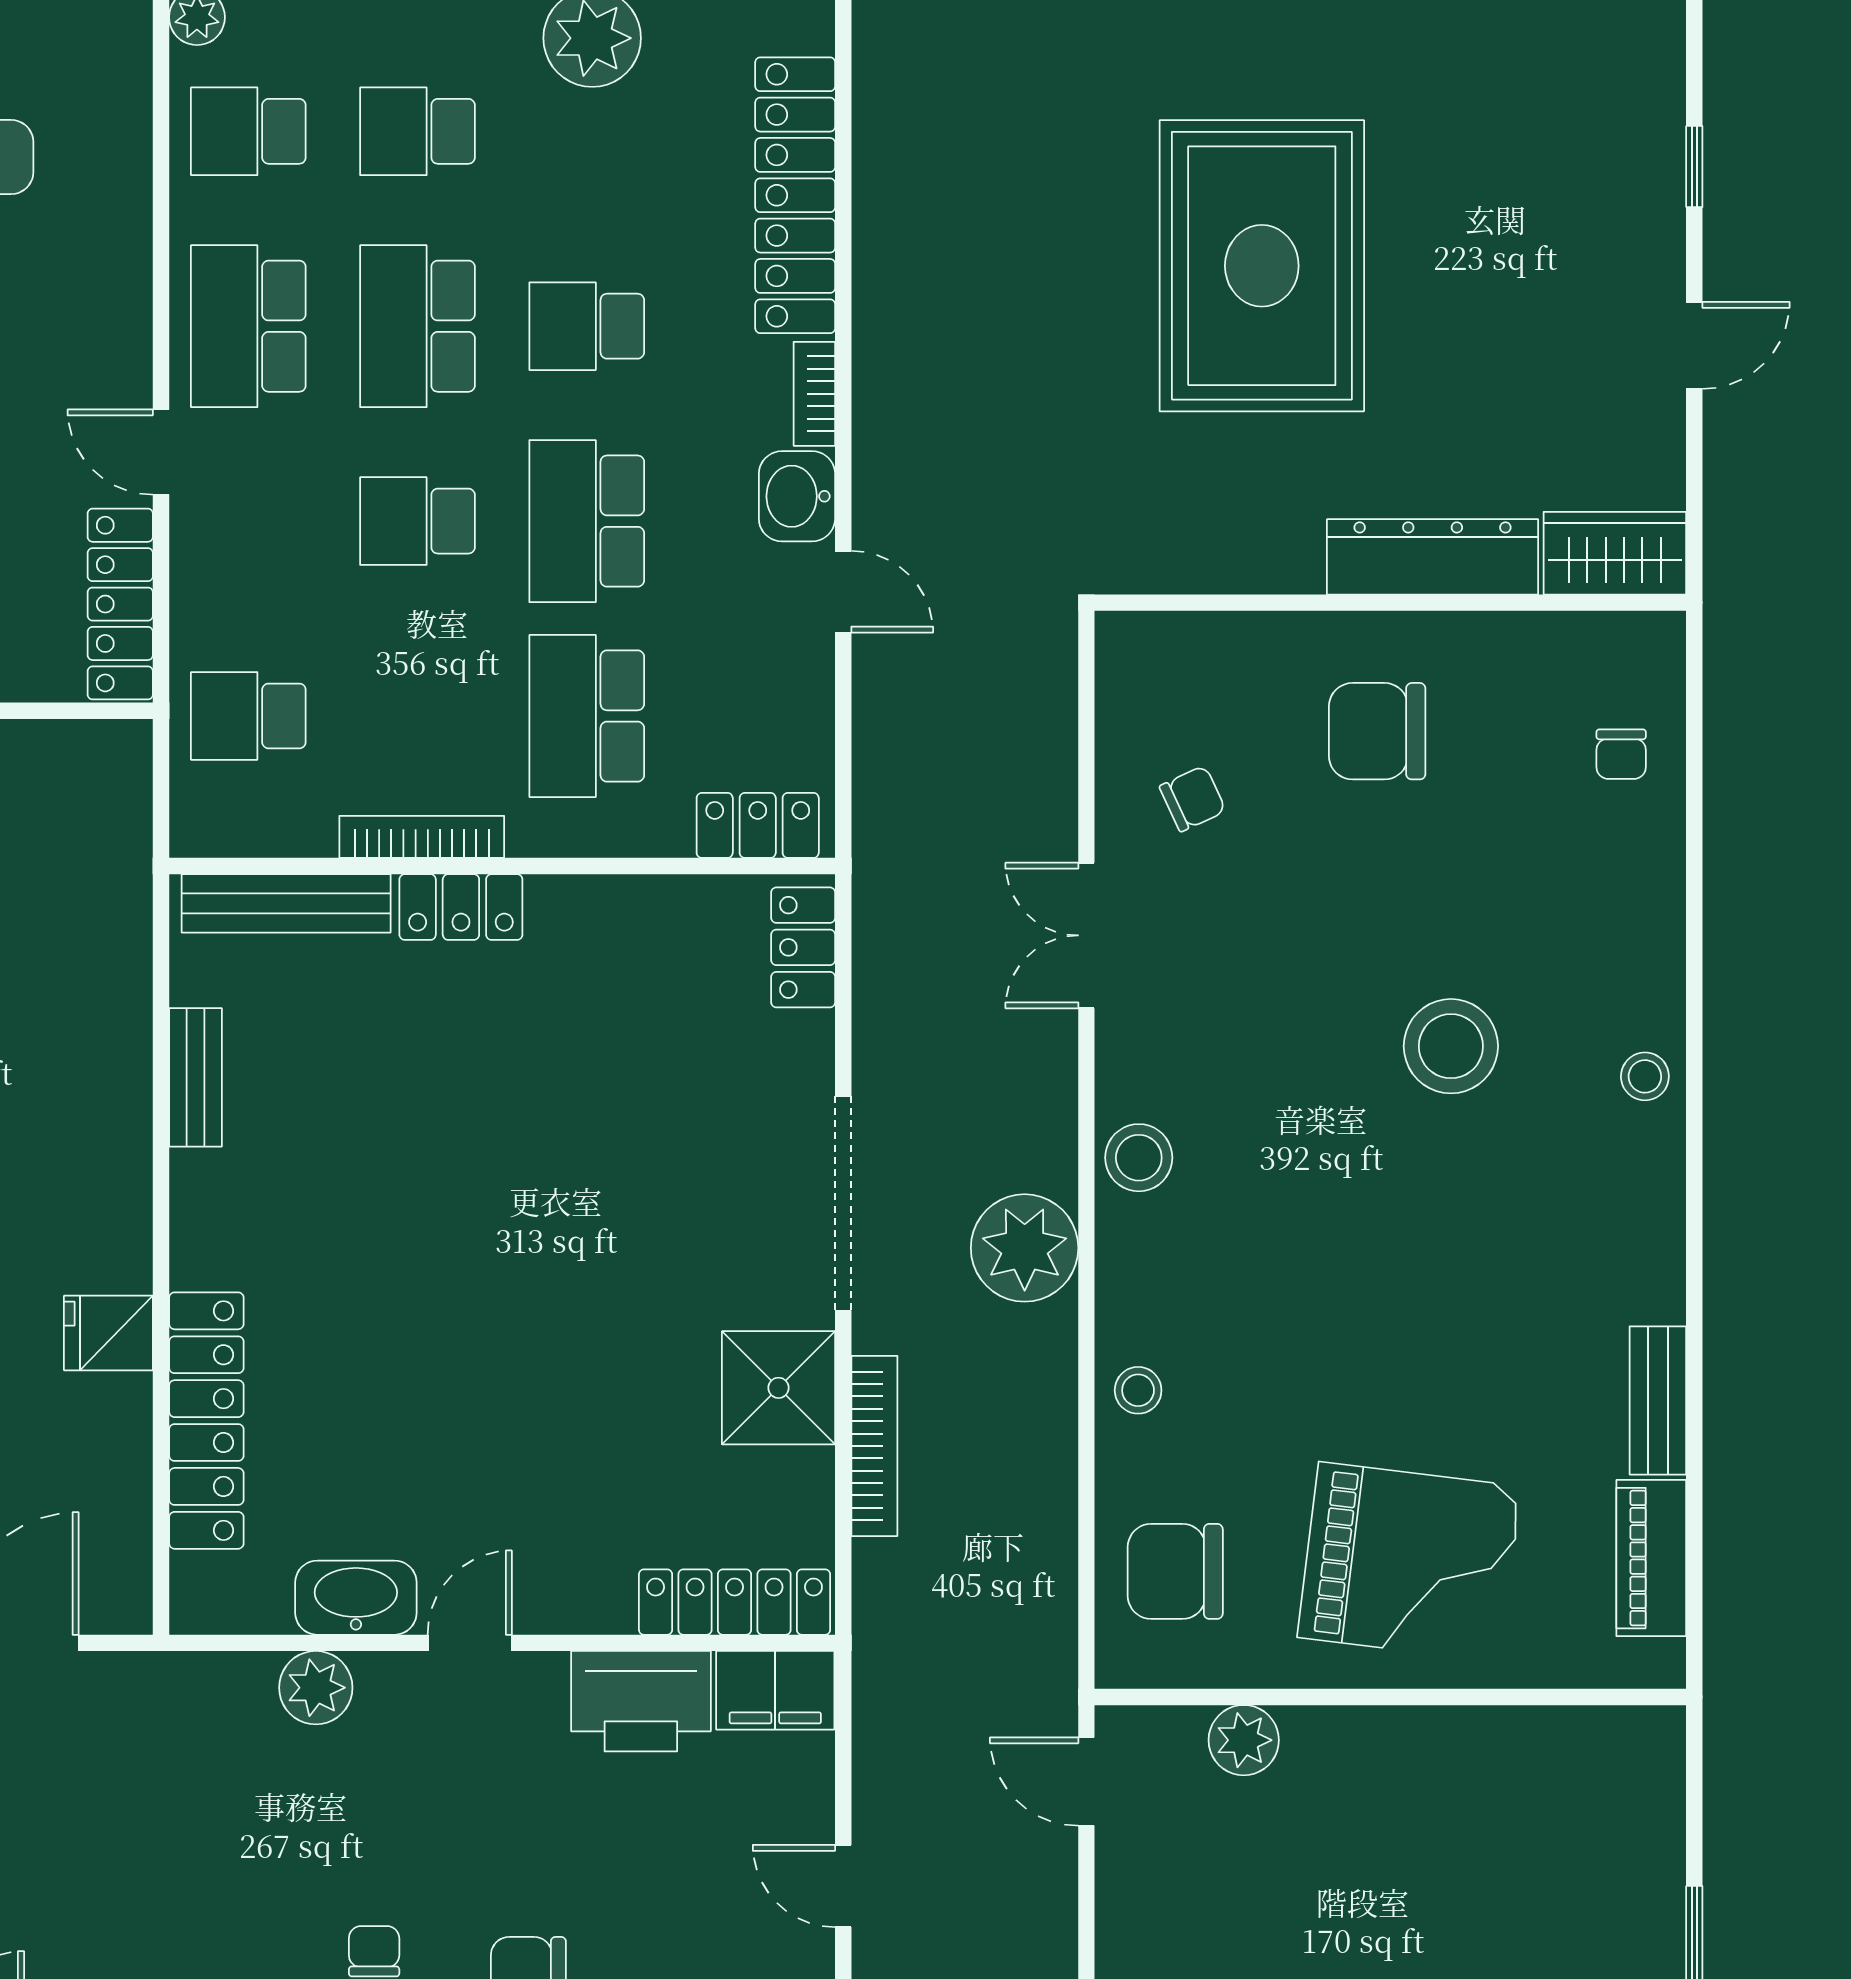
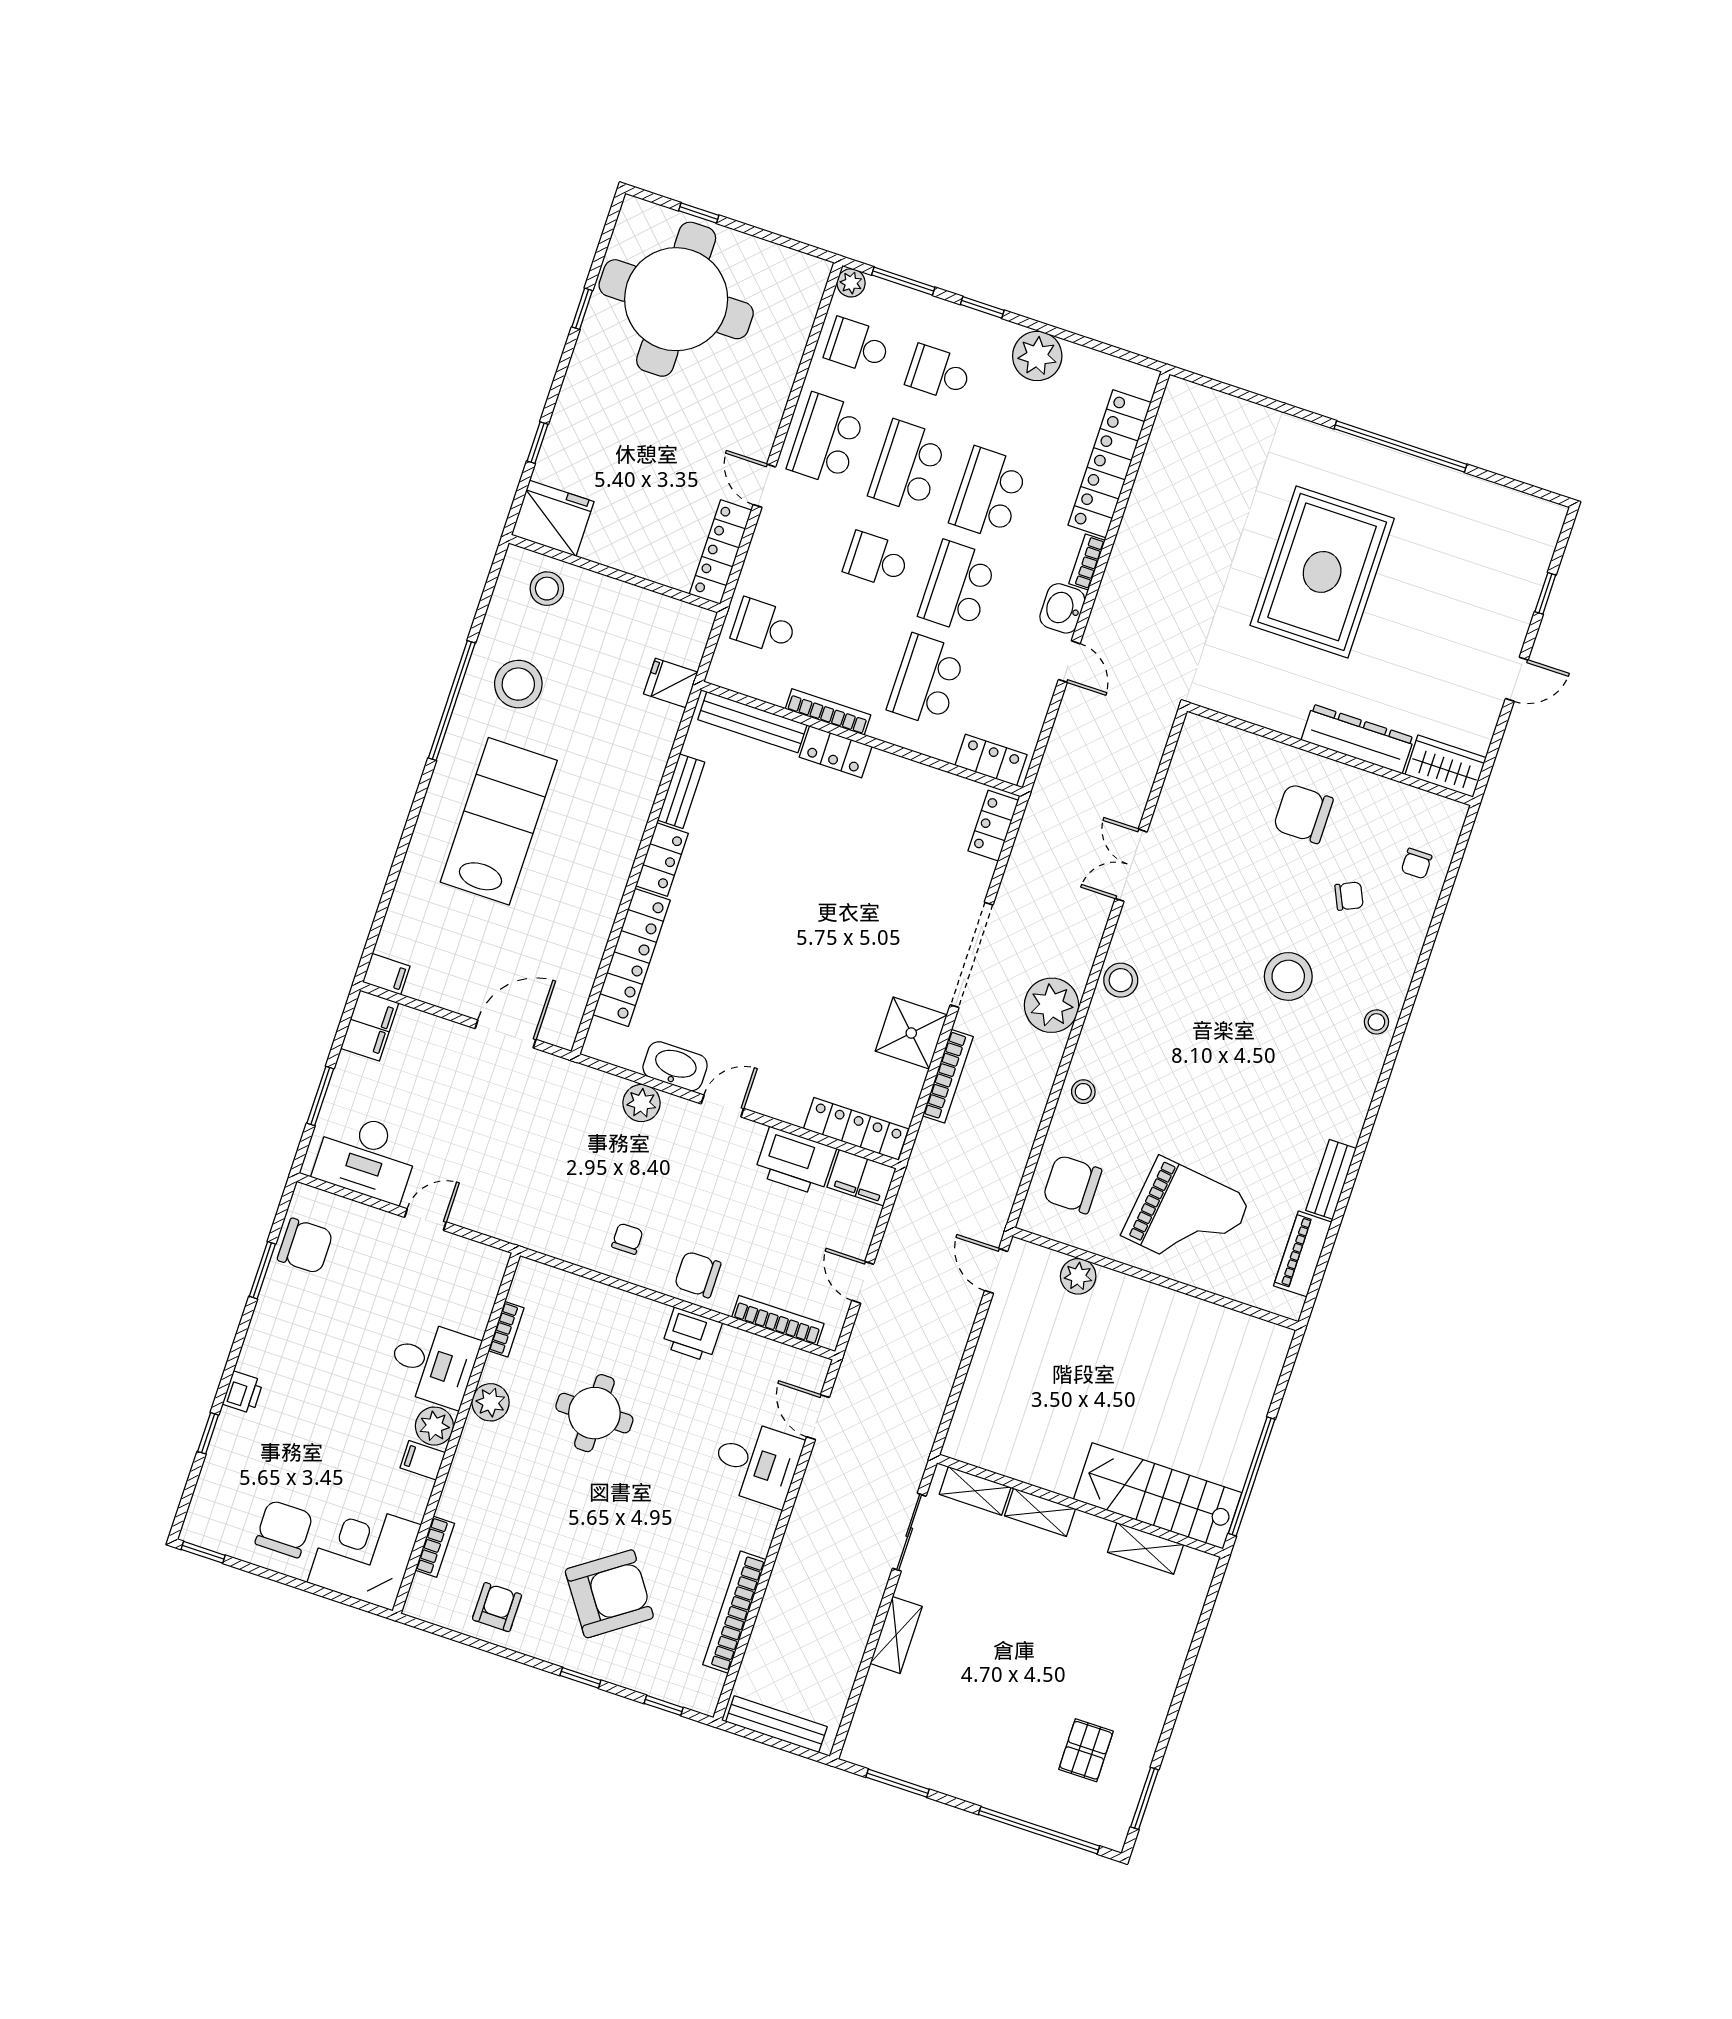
school desk: (587, 326) -> (989, 493), width x1.85
chair: (1193, 799) -> (1349, 896), moved
locker: (202, 1218) -> (662, 860), added
fridge: (108, 1333) -> (671, 683), moved

